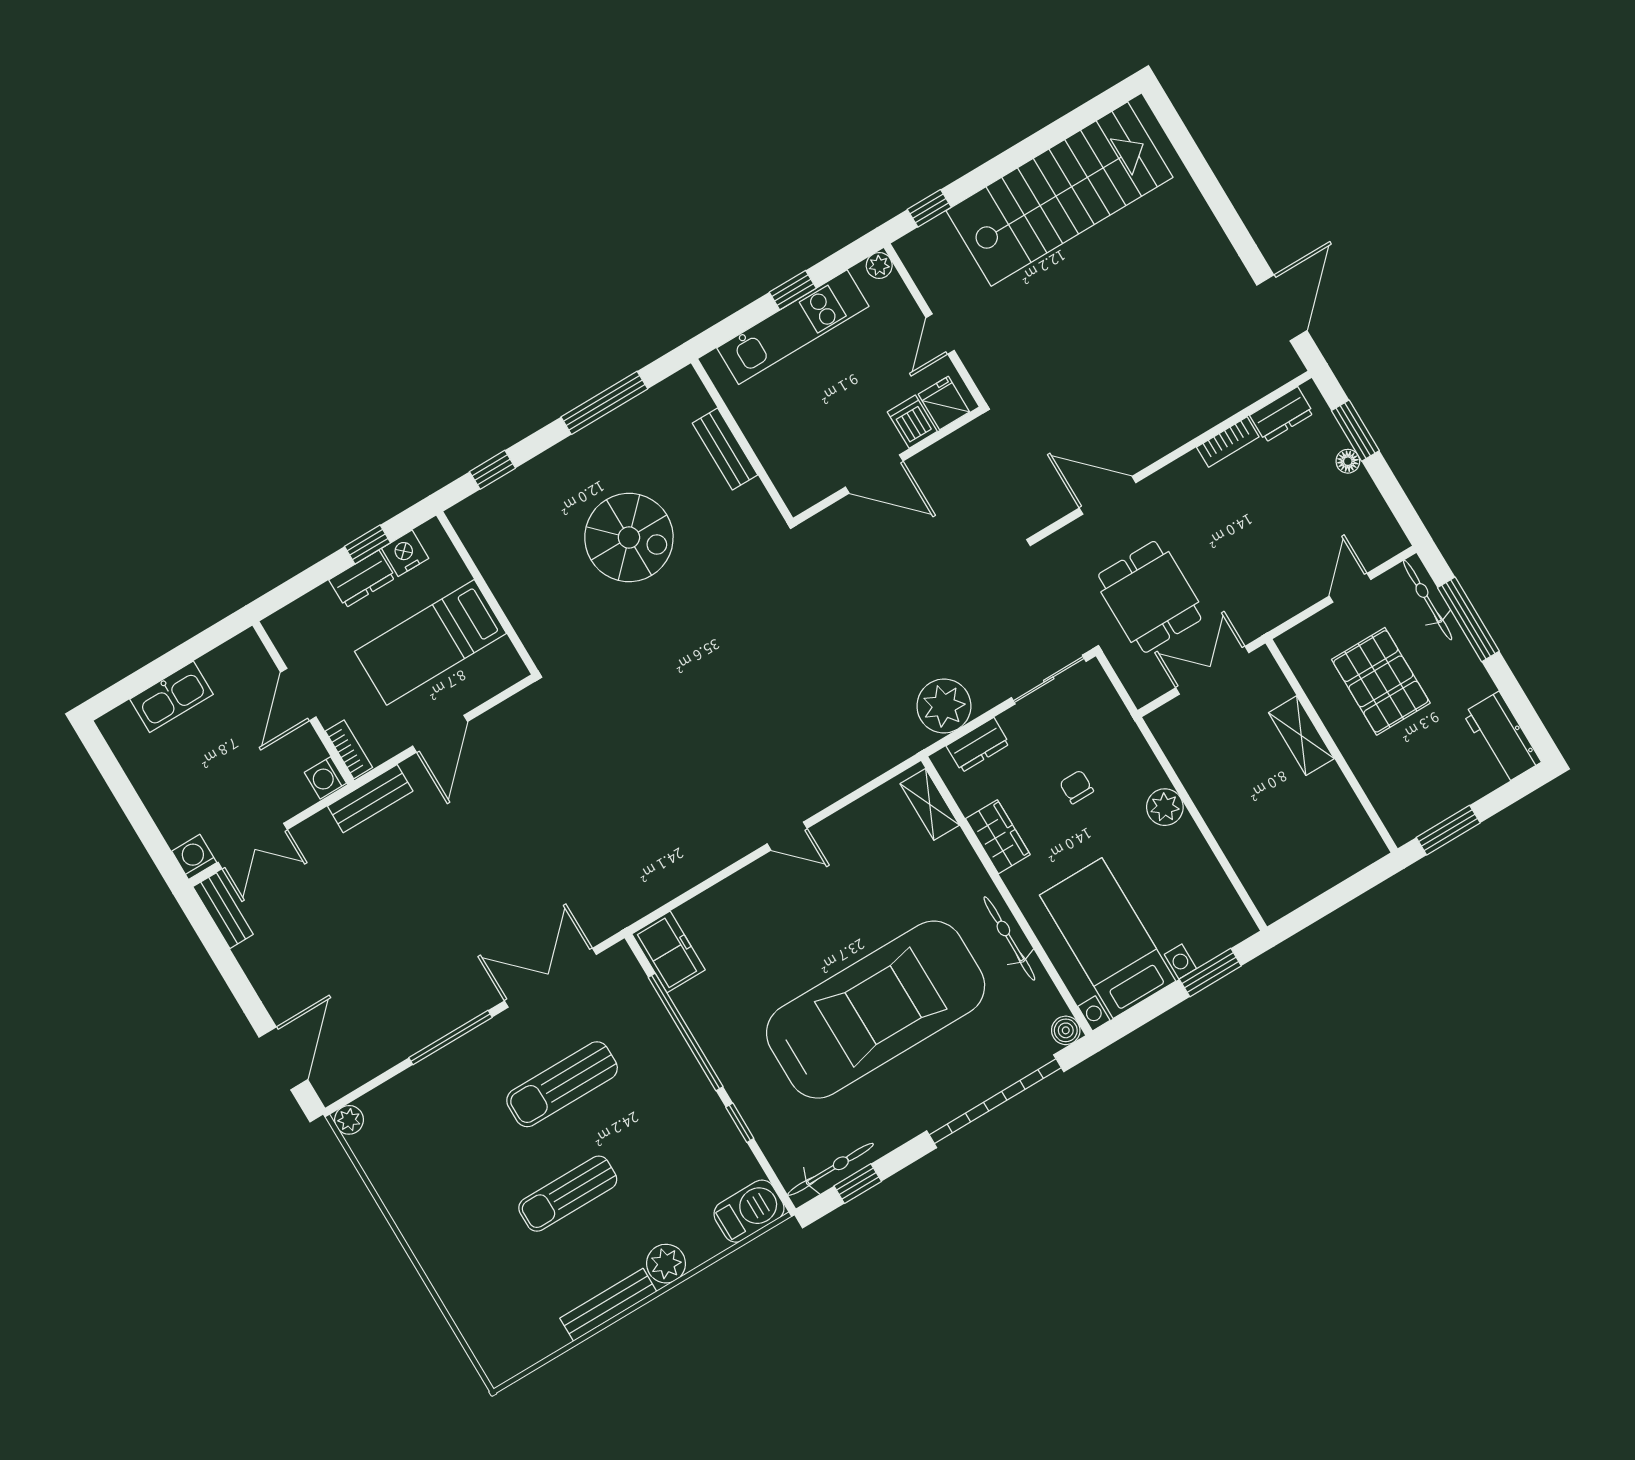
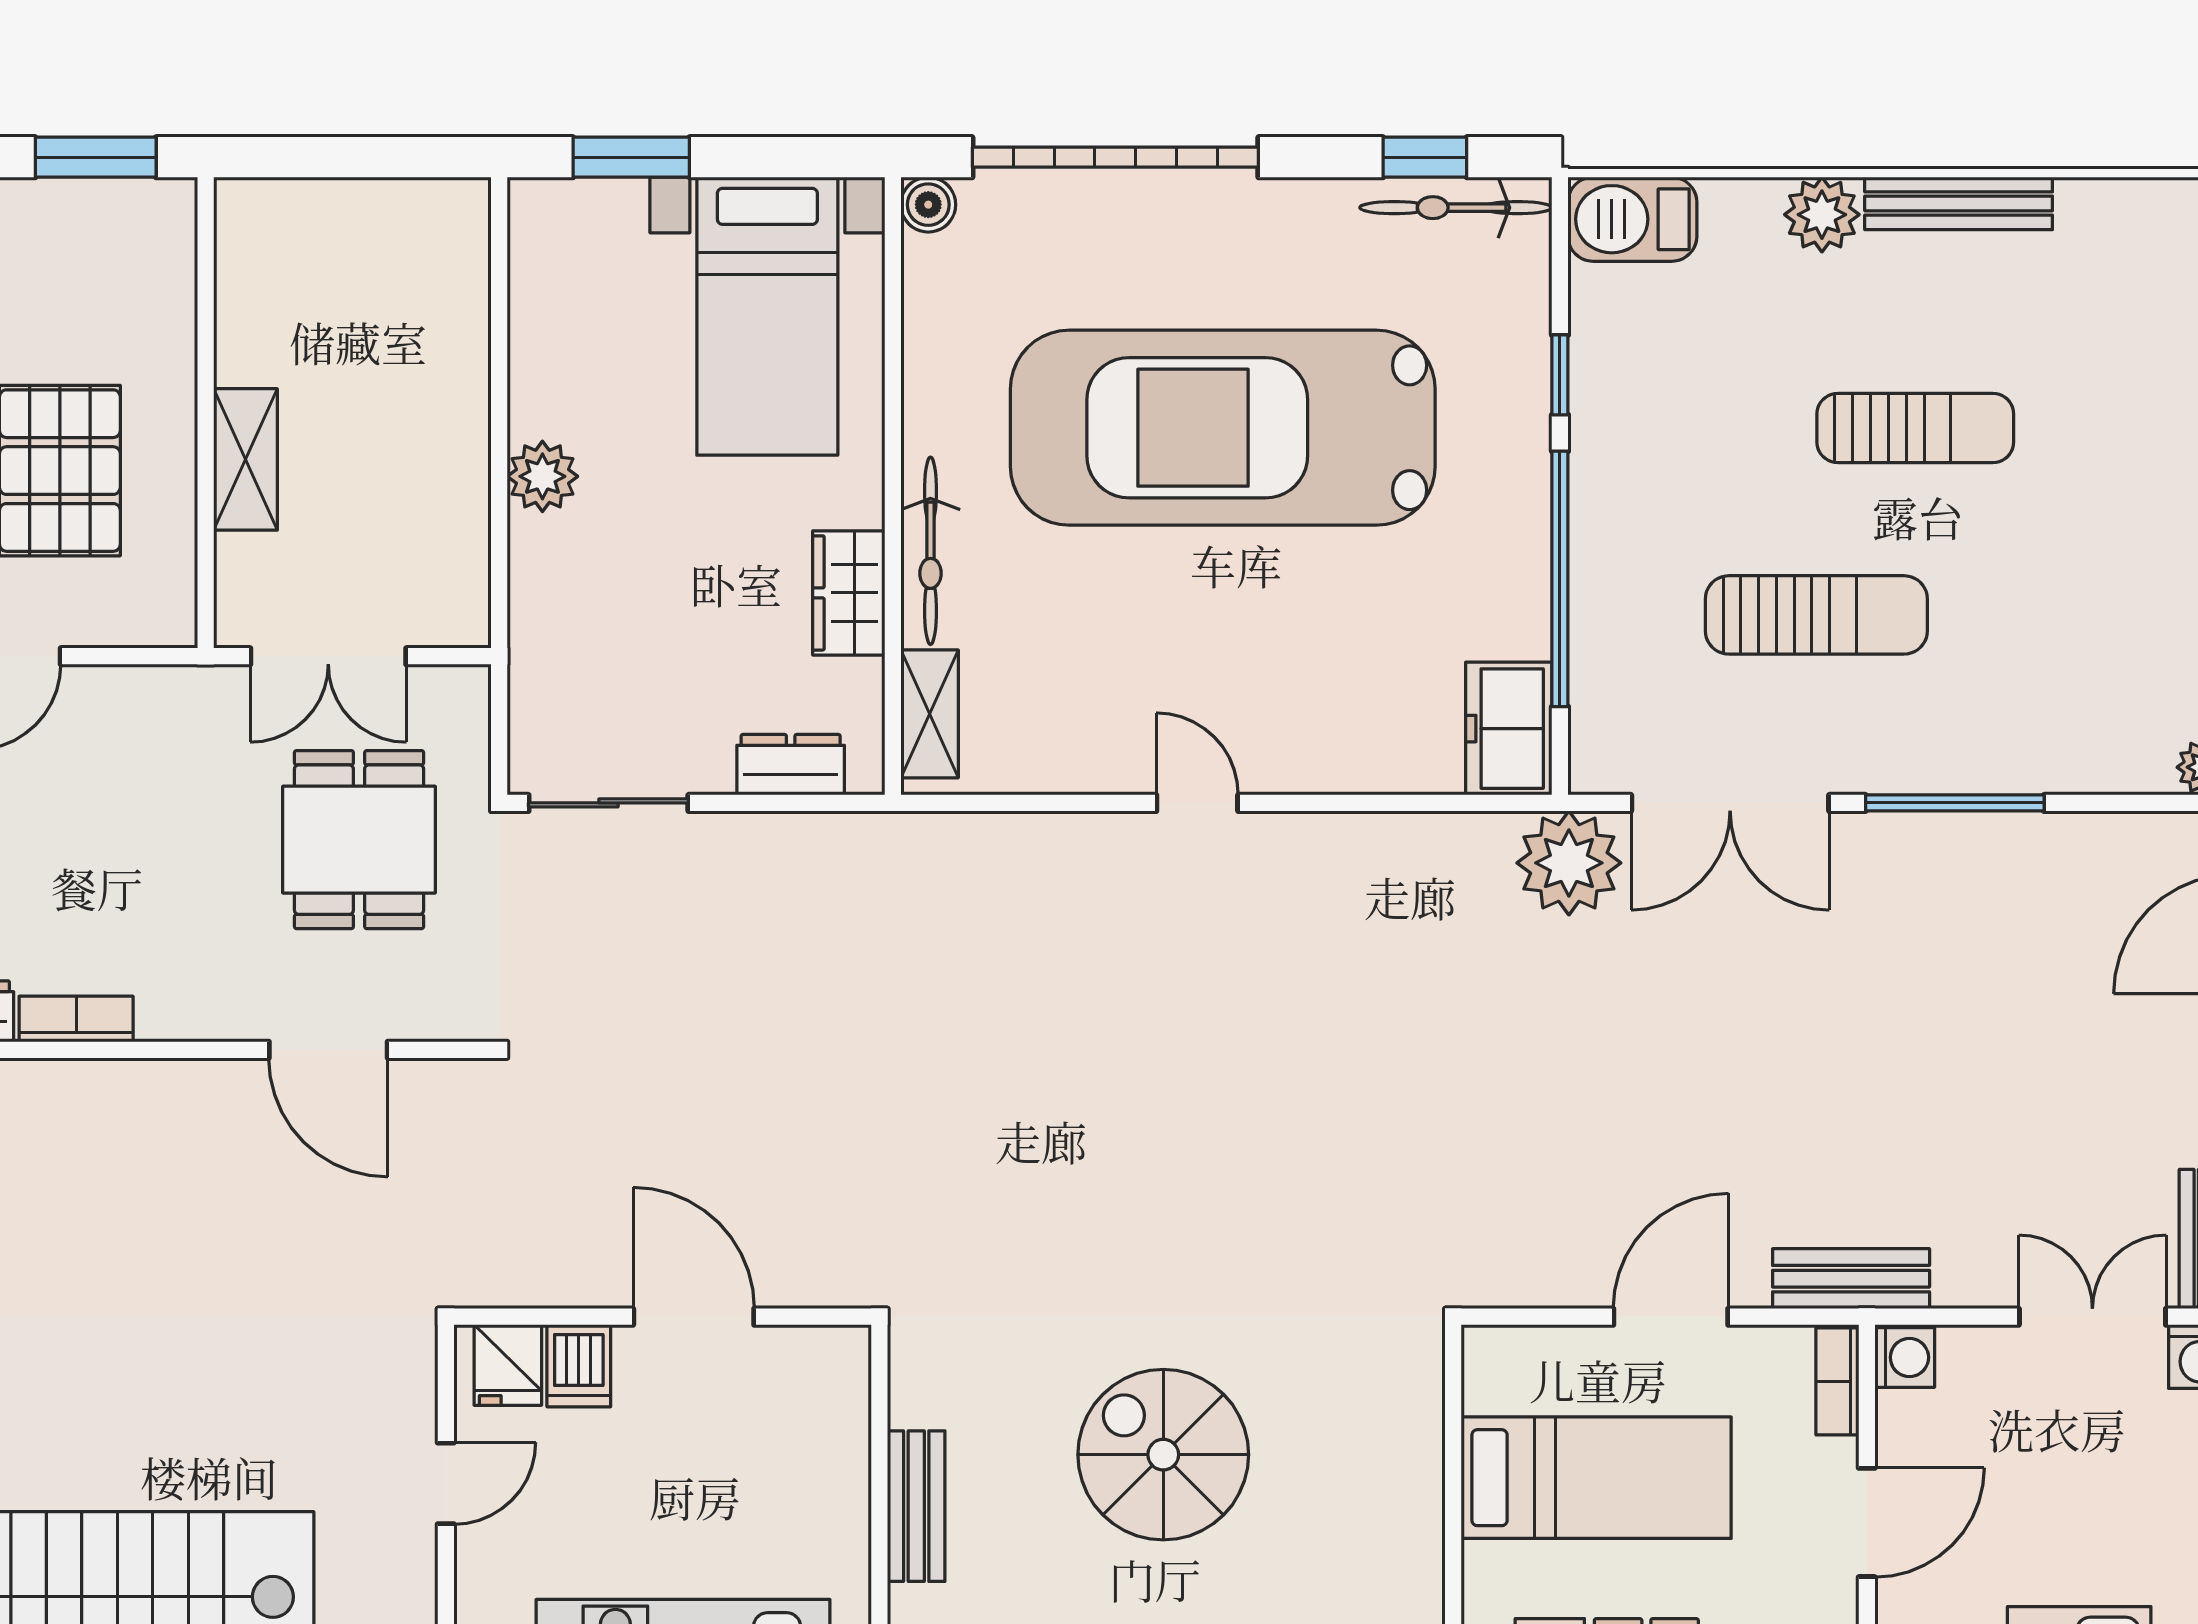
plant: (944, 706) -> (1569, 863), moved
chair: (1077, 787) -> (669, 597), removed
bicycle: (1009, 938) -> (930, 551), moved

